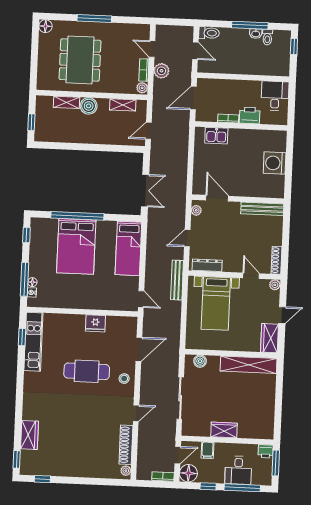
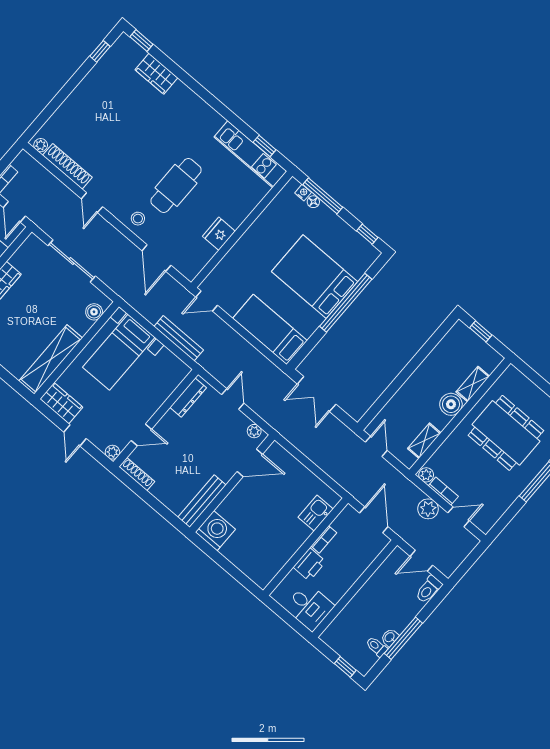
washing machine: (275, 163) -> (215, 531), moved
bench: (177, 280) -> (179, 338), moved
bed with nightstands: (216, 303) -> (119, 352), moved, turned -90

